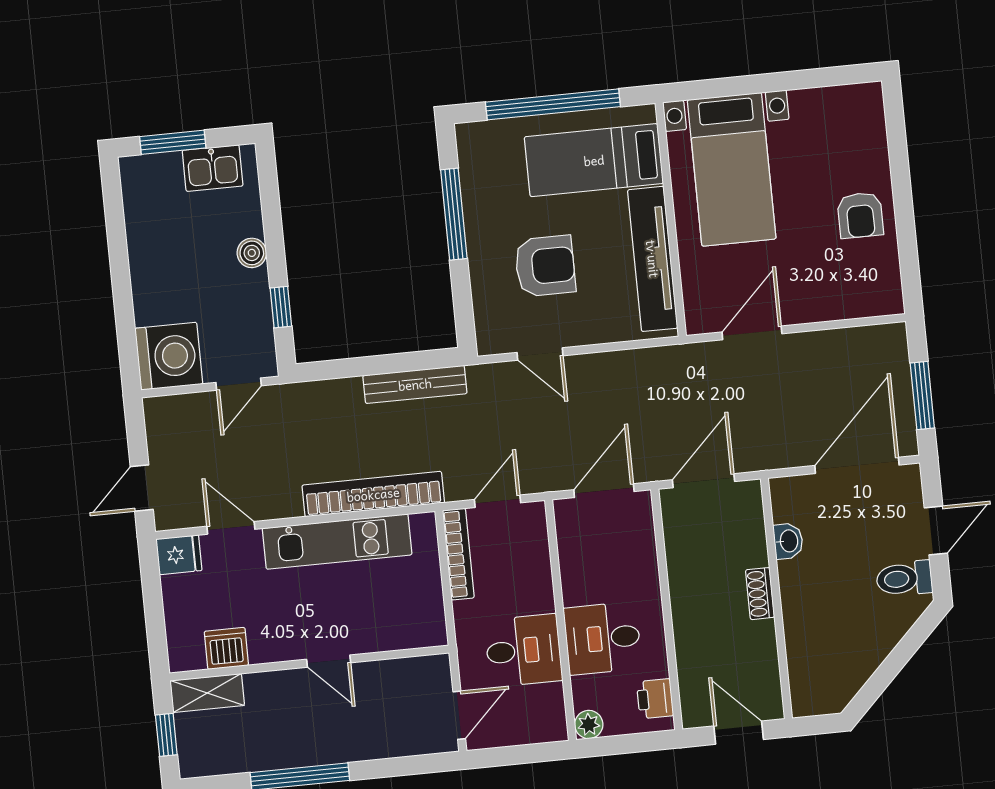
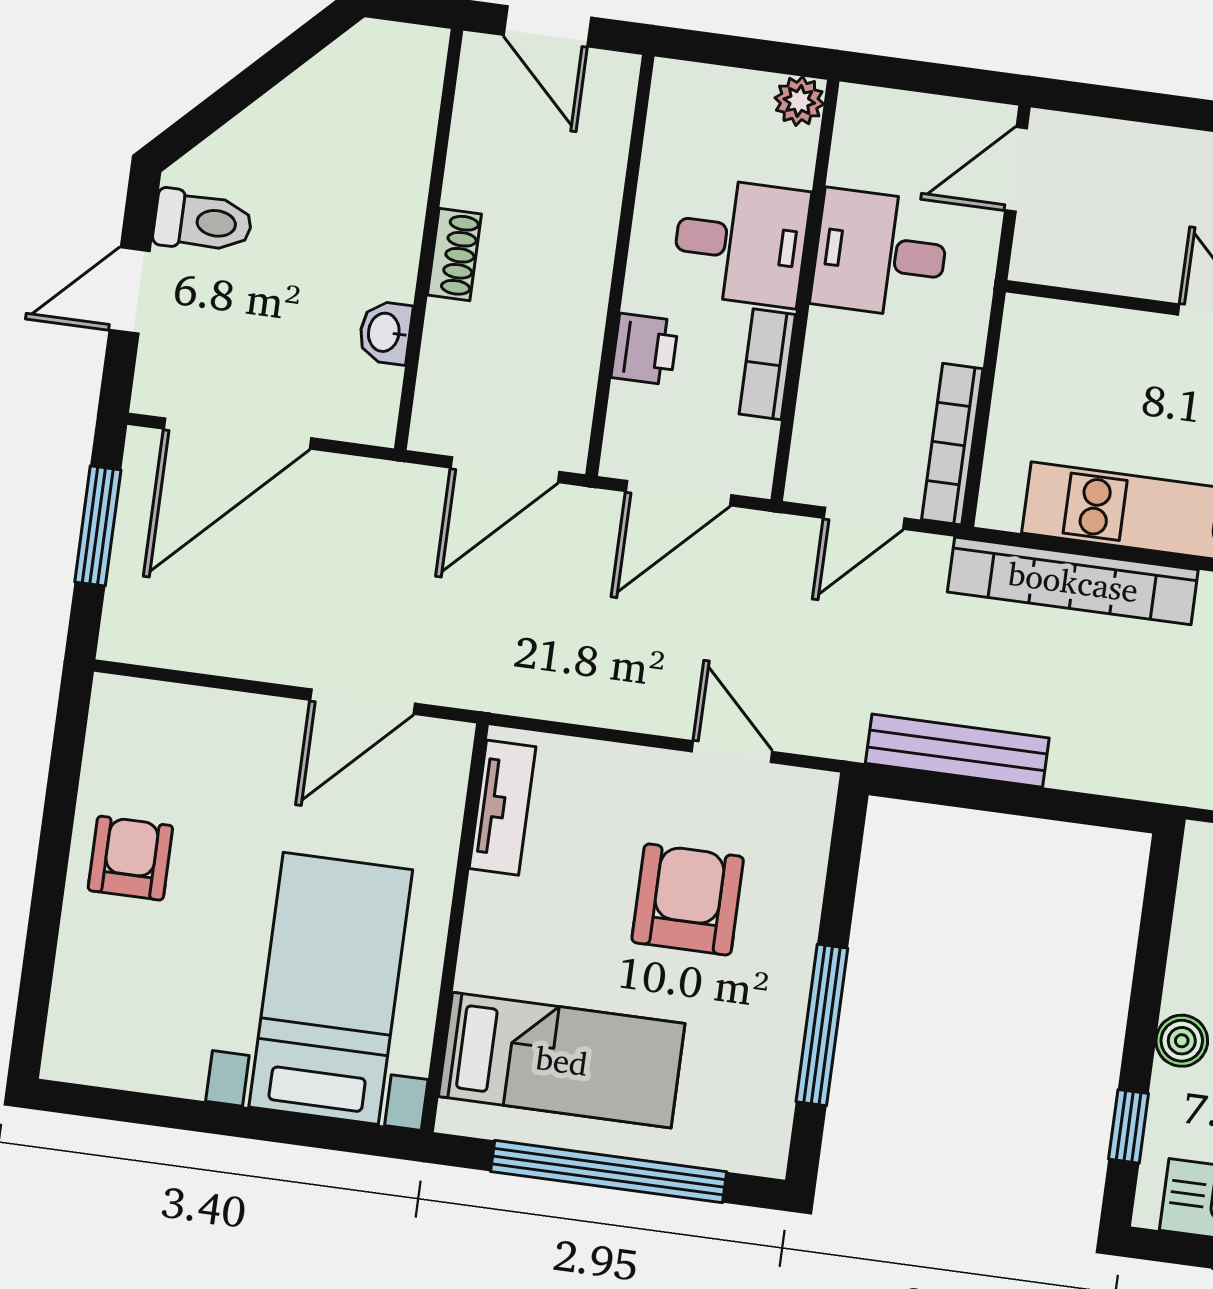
tv unit: (653, 259) -> (503, 808), width x0.52, depth x0.78
armchair: (545, 266) -> (688, 899), turned 90
window: (281, 307) -> (1129, 1126), moved
bookcase: (572, 574) -> (767, 364), added
printer: (655, 699) -> (645, 349), moved

